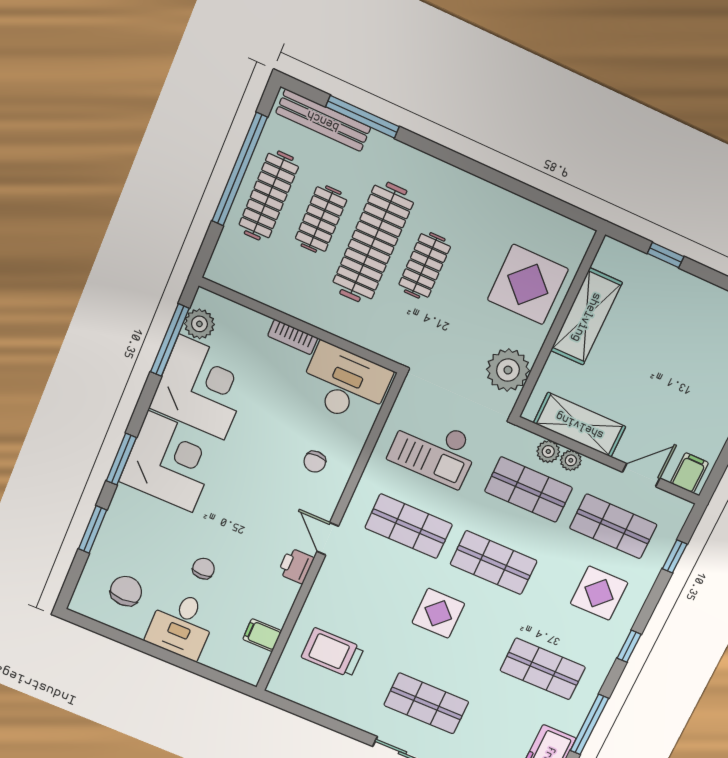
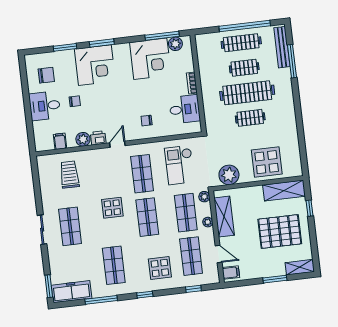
shelving: (586, 317) -> (284, 191), moved
pallet: (673, 338) -> (280, 231), added
desk: (345, 384) -> (185, 109), width x0.73
plant: (548, 451) -> (204, 197), moved
corner desk: (170, 462) -> (95, 65), moved
plant: (282, 594) -> (83, 139), added

